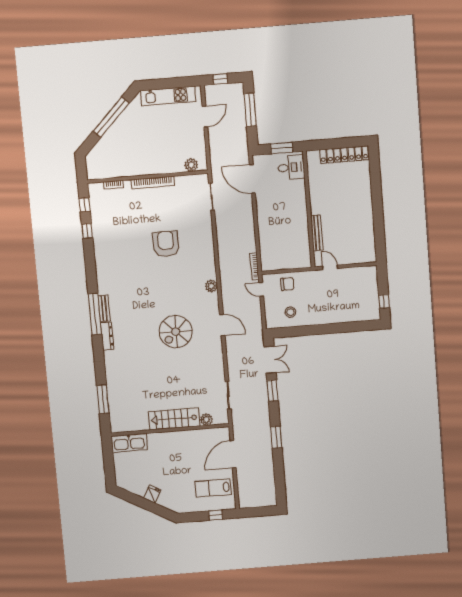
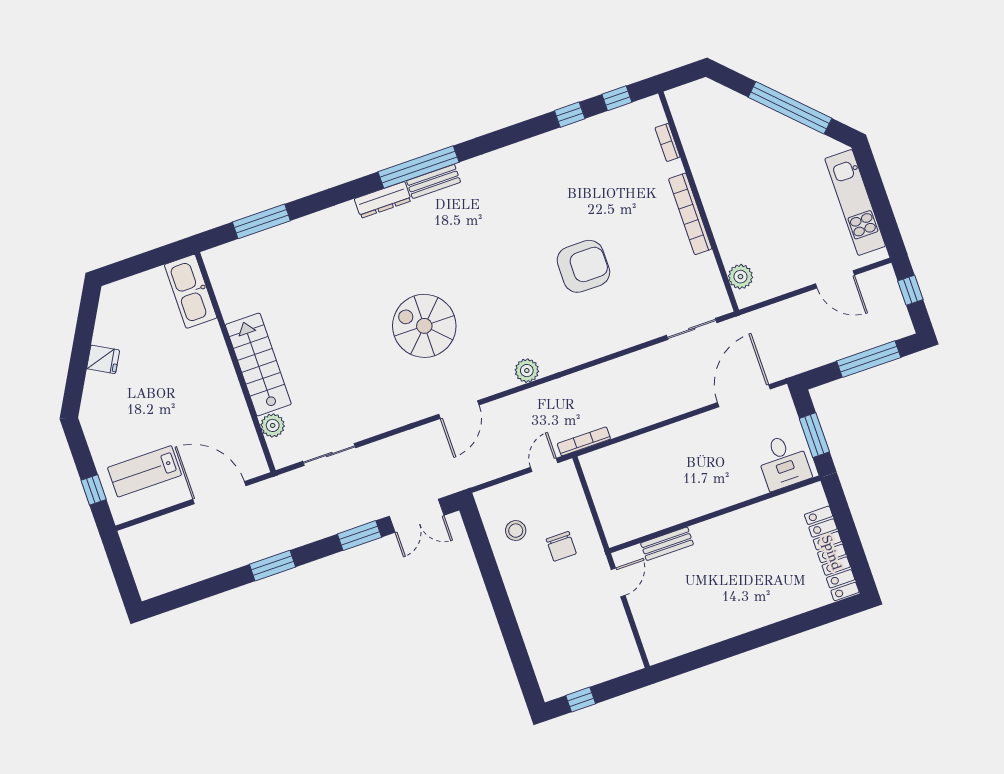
bench: (317, 233) -> (667, 544), width x0.73
chair: (287, 284) -> (561, 546), moved
lab bench: (213, 488) -> (145, 471), turned -90

